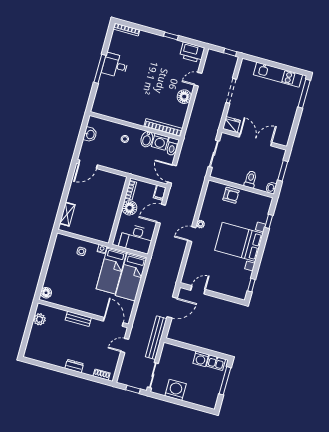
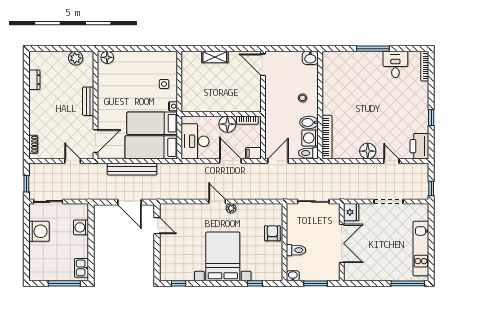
desk: (115, 65) -> (395, 64), moved
washbasin: (90, 134) -> (310, 58), moved
armchair: (231, 195) -> (272, 233), turned 180
shelving: (67, 214) -> (215, 57), moved
bench: (156, 338) -> (132, 169), moved
washing machine: (201, 359) -> (81, 227), moved
dresser: (74, 366) -> (34, 80), moved

